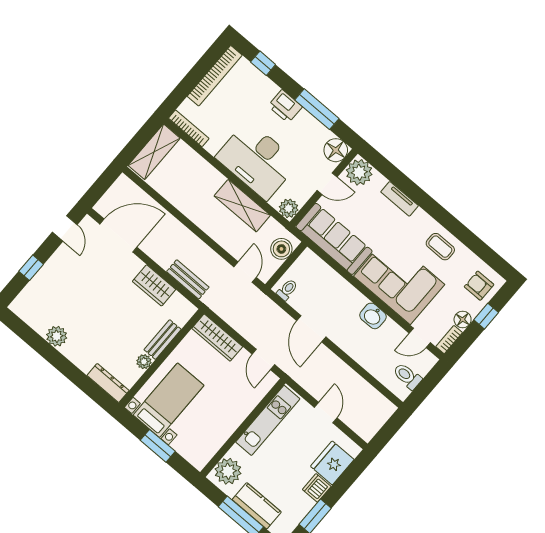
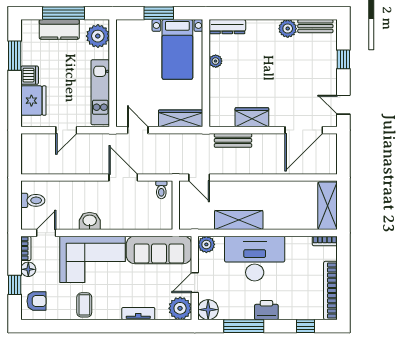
bookcase: (189, 128) -> (325, 241), width x0.64
coffee table: (440, 247) -> (84, 305), turned 90
boiler: (281, 249) -> (188, 213), removed
bench: (163, 340) -> (315, 26), moved, turned 90
door: (326, 413) -> (66, 130), hinge flipped

